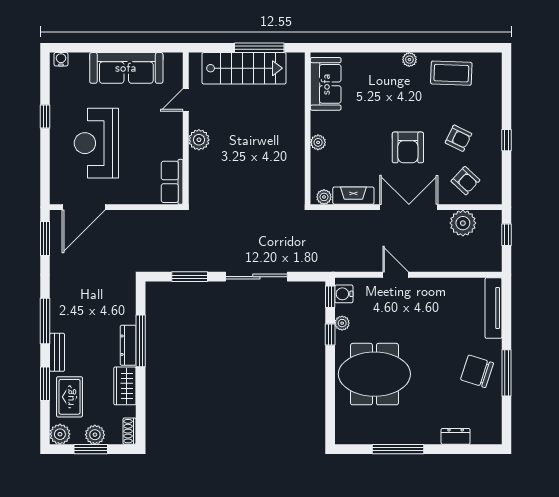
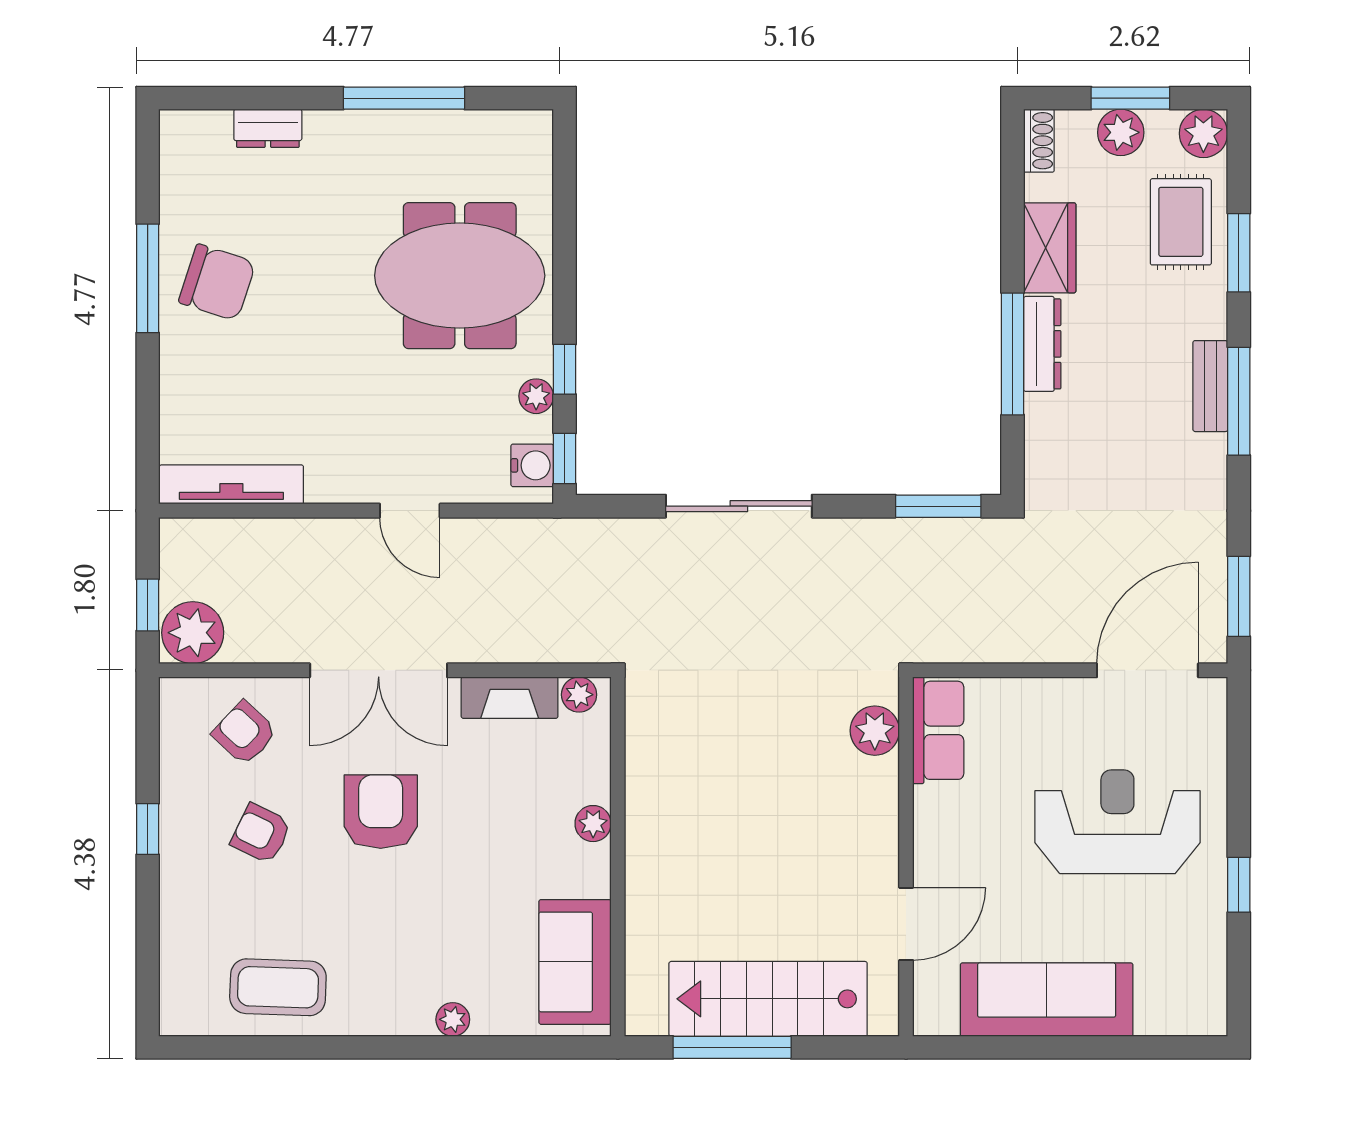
water cooler: (61, 59) -> (1201, 1020), removed
plant: (409, 60) -> (453, 1019), moved
door: (186, 100) -> (906, 924), width x1.38
plant: (199, 140) -> (875, 731), moved
reception desk: (96, 143) -> (1117, 822), turned -90
plant: (463, 223) -> (193, 633), moved
window: (190, 277) -> (938, 506), moved
tv unit: (493, 308) -> (231, 484), moved, turned -90
bench: (57, 352) -> (1210, 386), moved

